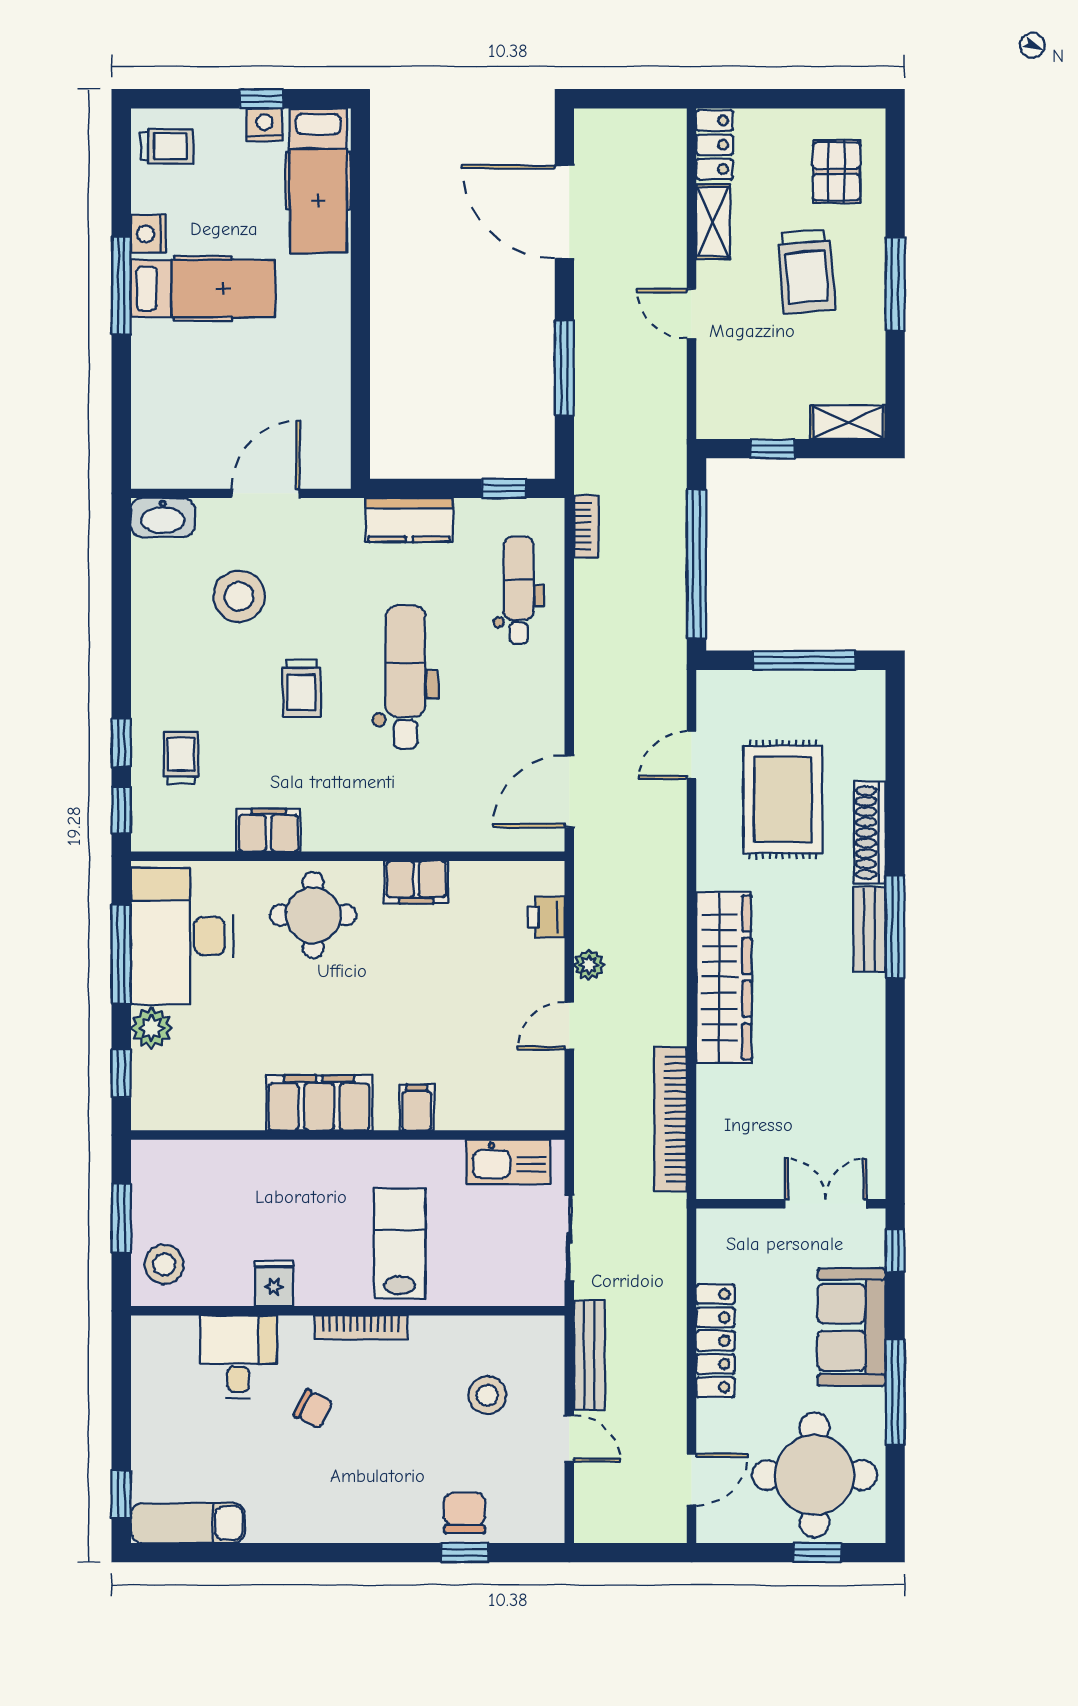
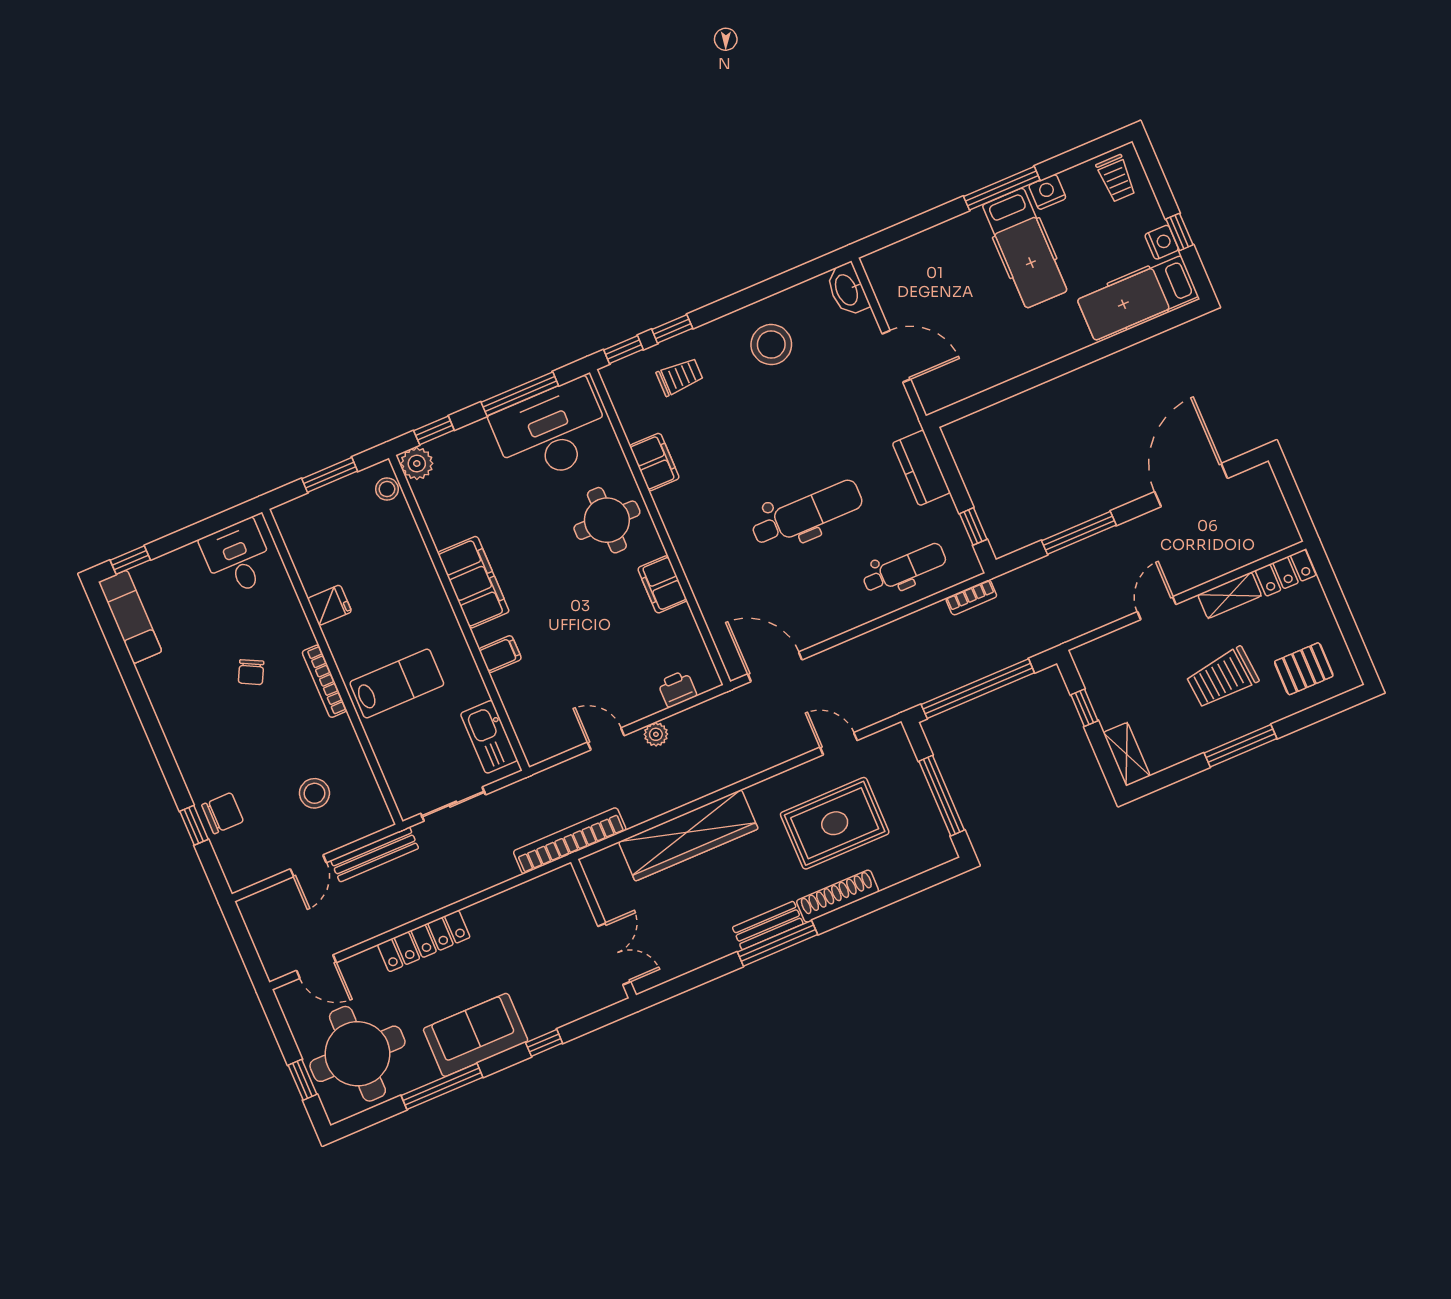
stool: (239, 596) -> (771, 345), moved
trolley: (301, 688) -> (767, 442), removed
plant: (151, 1028) -> (417, 463), moved
wall: (791, 1204) -> (604, 929), moved
double door: (826, 1204) -> (614, 954), moved
stool: (164, 1264) -> (387, 489), moved, width x0.73, depth x0.73
desk: (238, 1357) -> (238, 558), moved, turned -90

